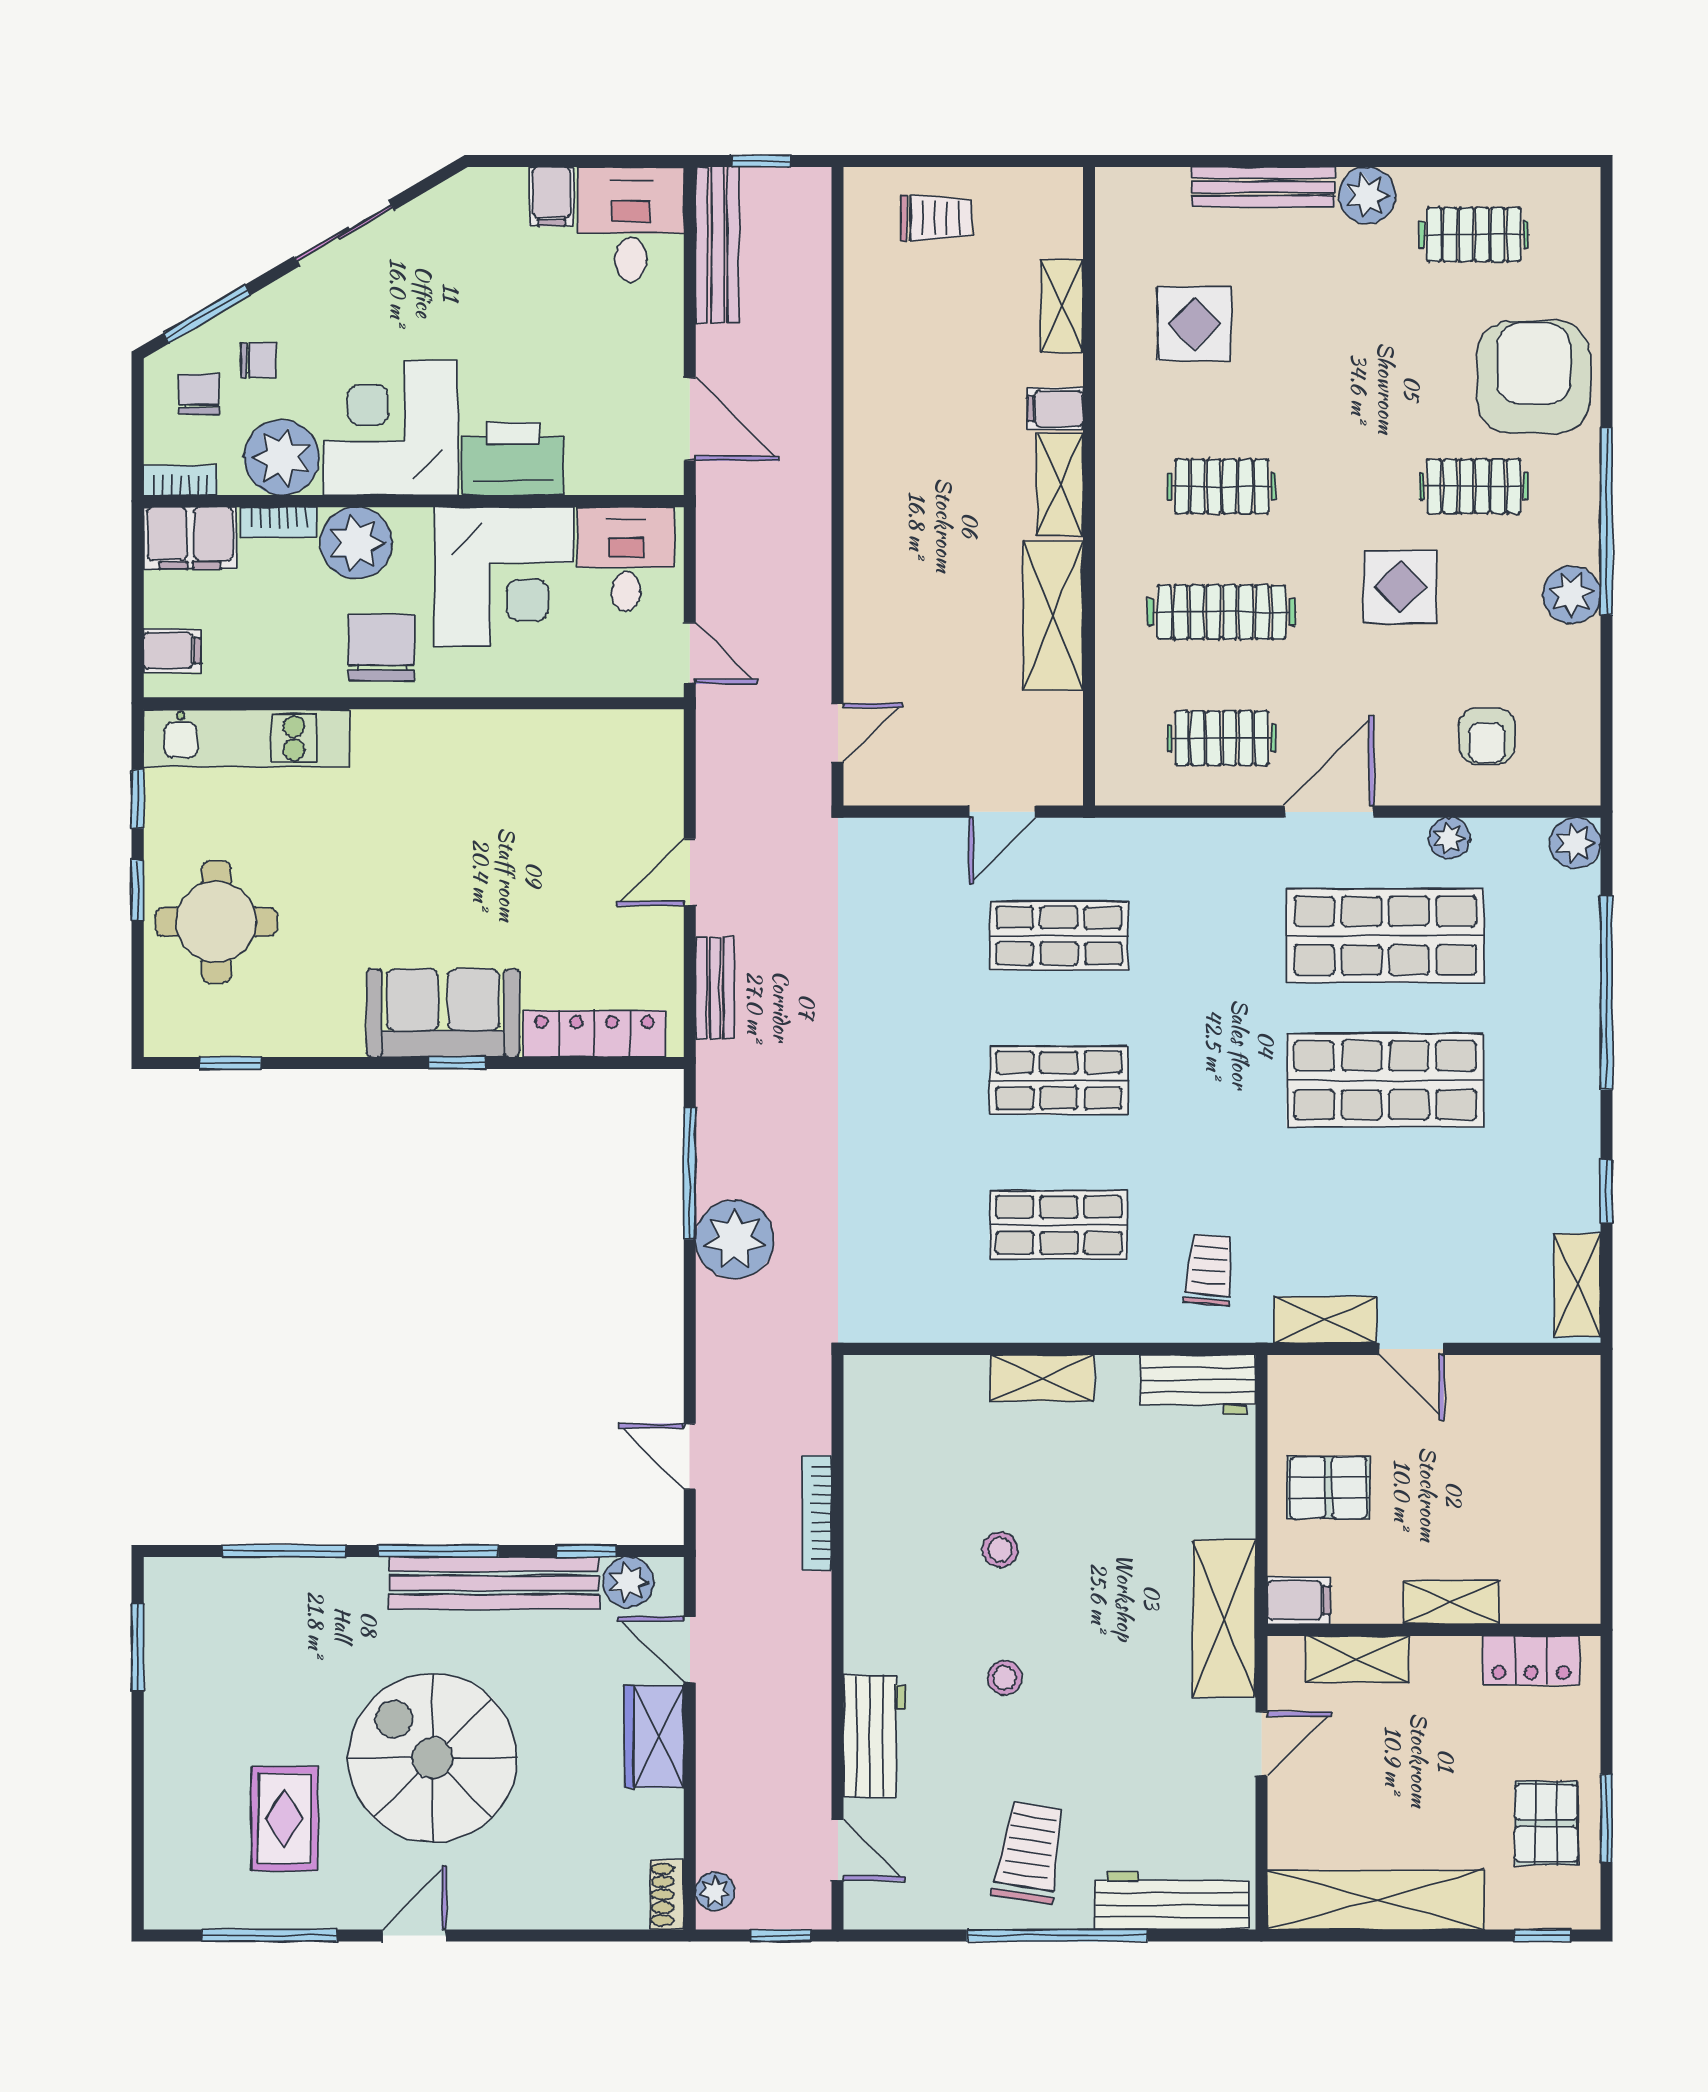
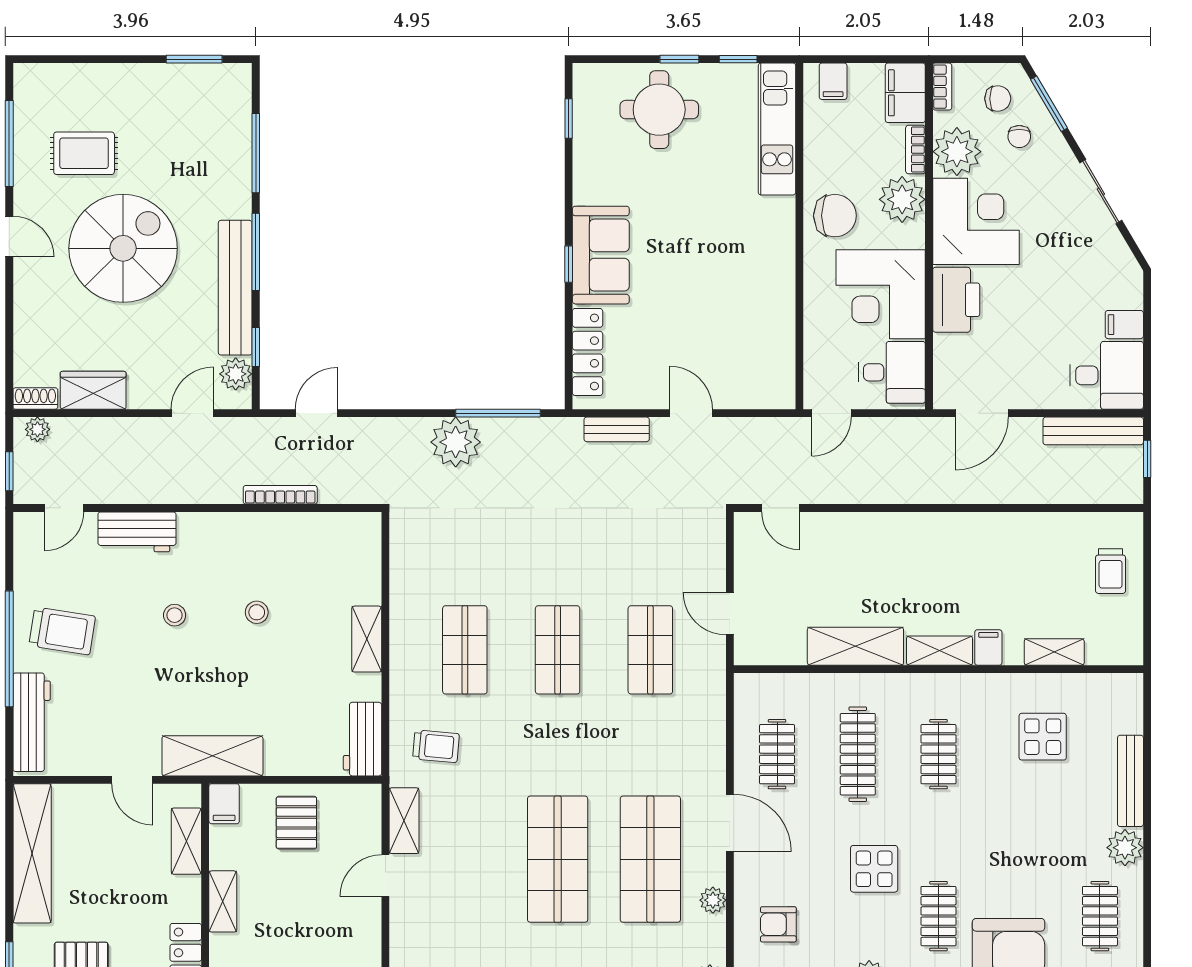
wardrobe: (654, 1737) -> (93, 390), moved

